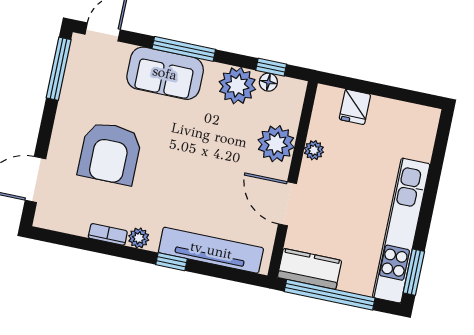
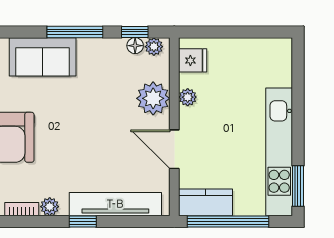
window: (184, 49) -> (75, 32), moved
plant: (237, 86) -> (154, 47), moved, width x0.53, depth x0.53
fridge: (355, 107) -> (193, 60), moved, turned -90

